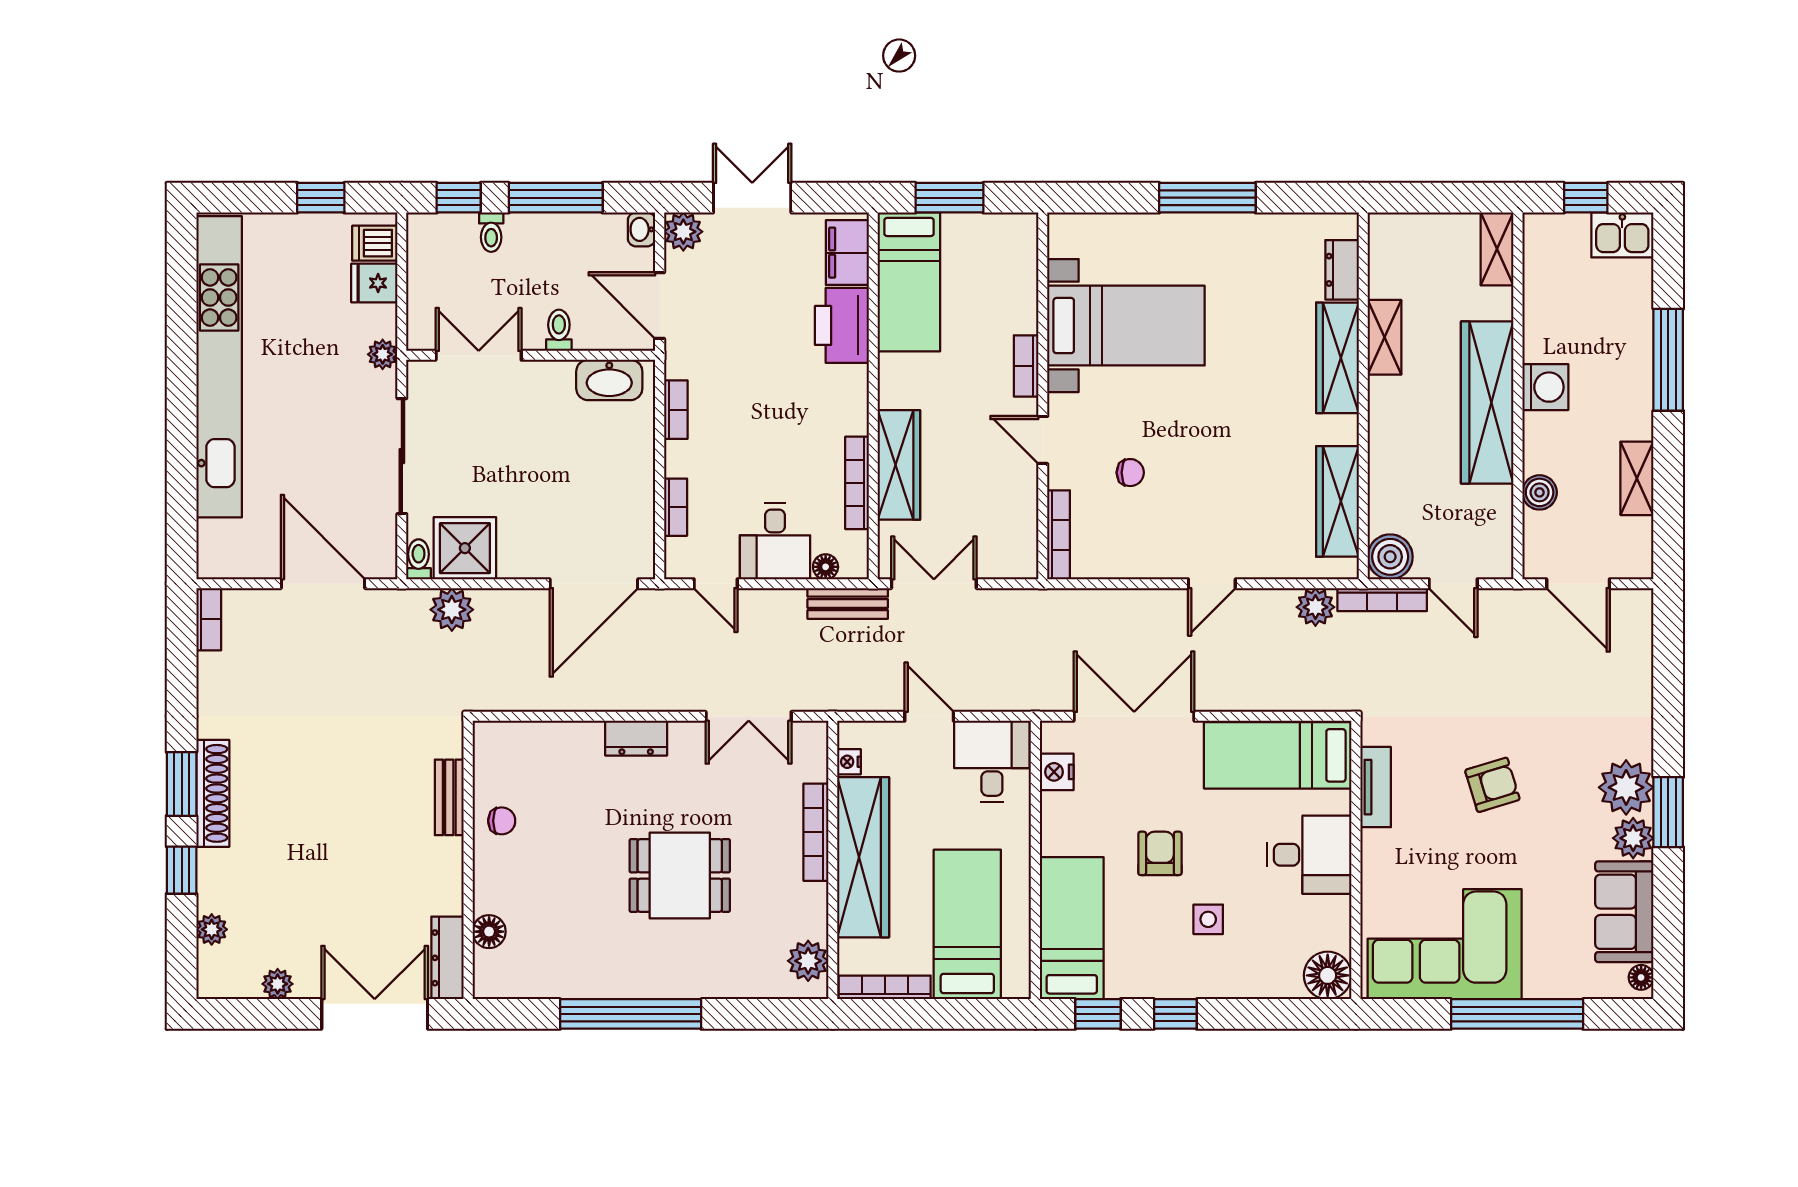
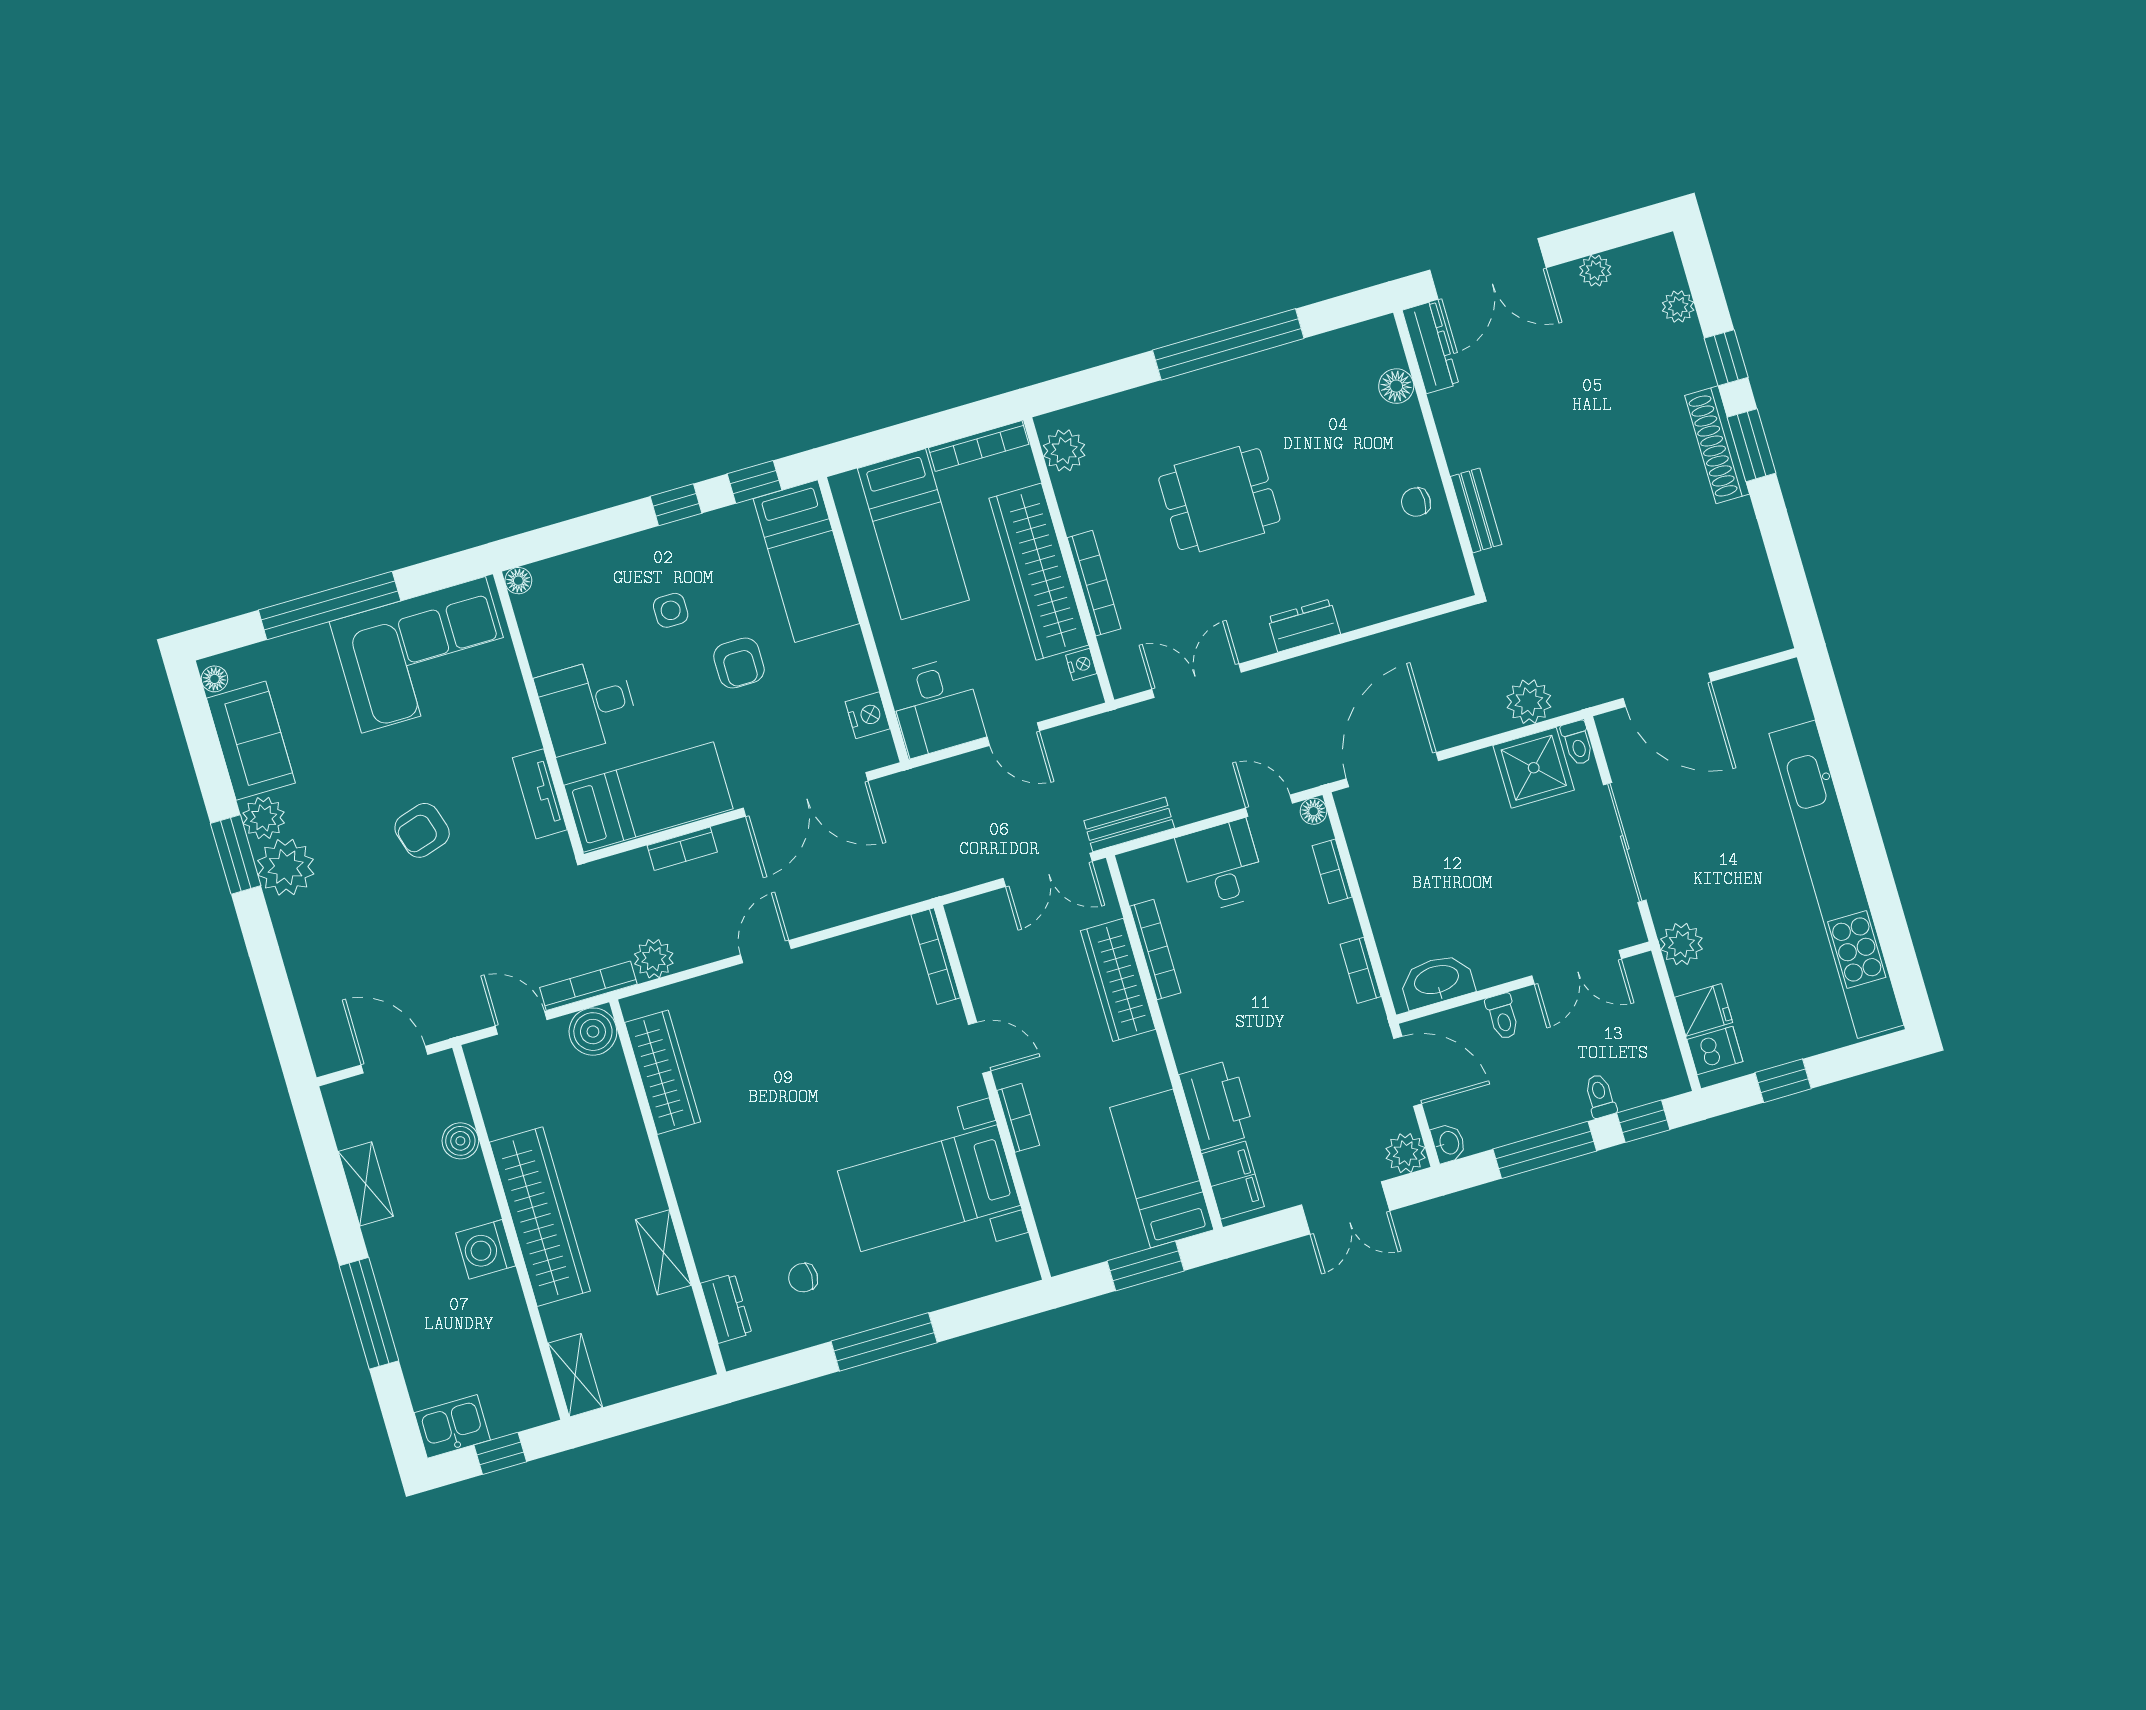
plant: (383, 354) -> (1681, 944), width x1.38, depth x1.38
wardrobe: (1337, 358) -> (705, 1218), removed
chair: (1130, 473) -> (803, 1278), moved
floor lamp: (826, 567) -> (1314, 811), moved
bookcase: (209, 619) -> (682, 849), moved, turned -90
floor lamp: (1328, 975) -> (518, 581), width x0.53, depth x0.53

